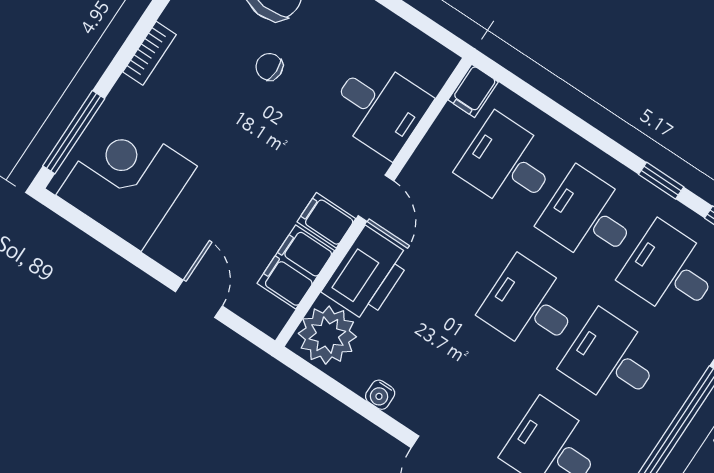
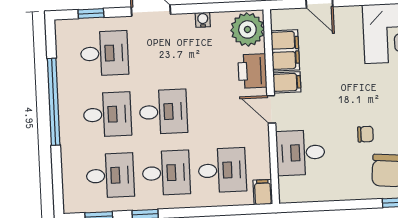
printer: (367, 274) -> (252, 71), width x0.73, depth x0.84

